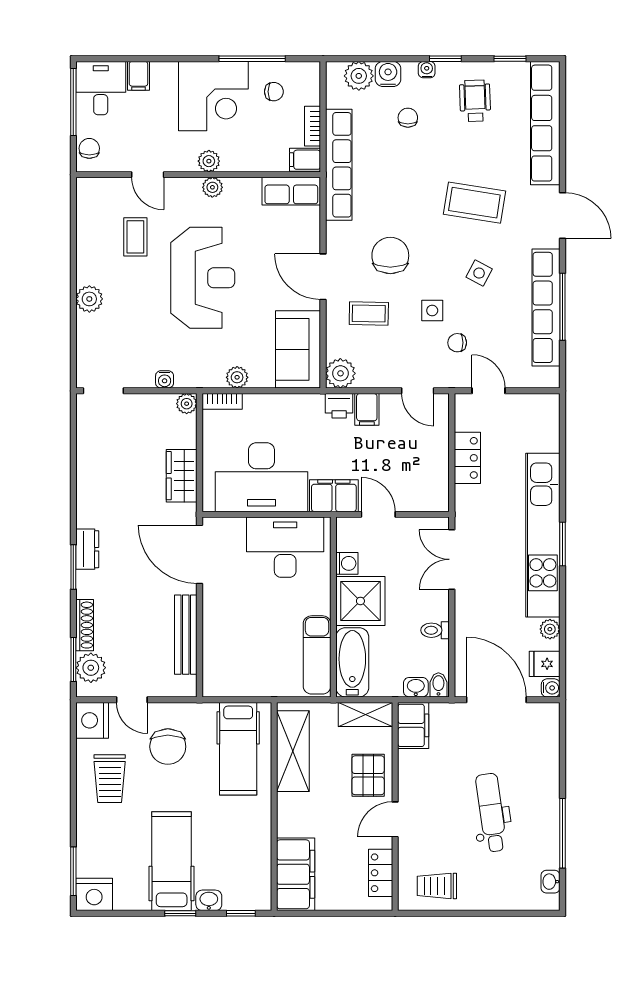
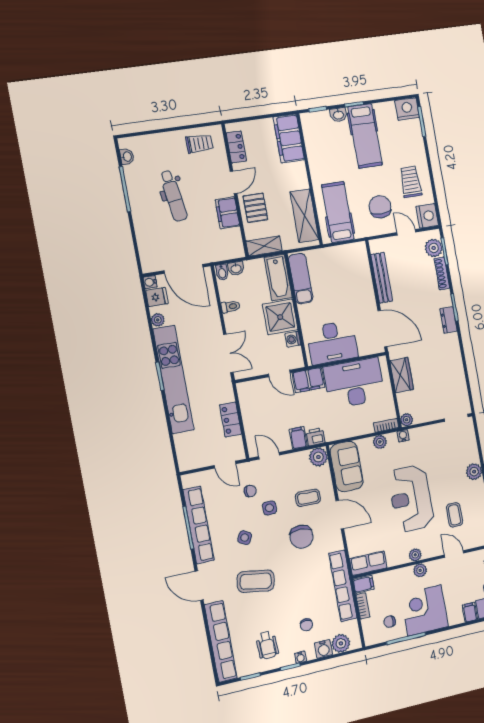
water cooler: (165, 379) -> (403, 436), moved
filing cabinet: (413, 725) -> (227, 213), moved

